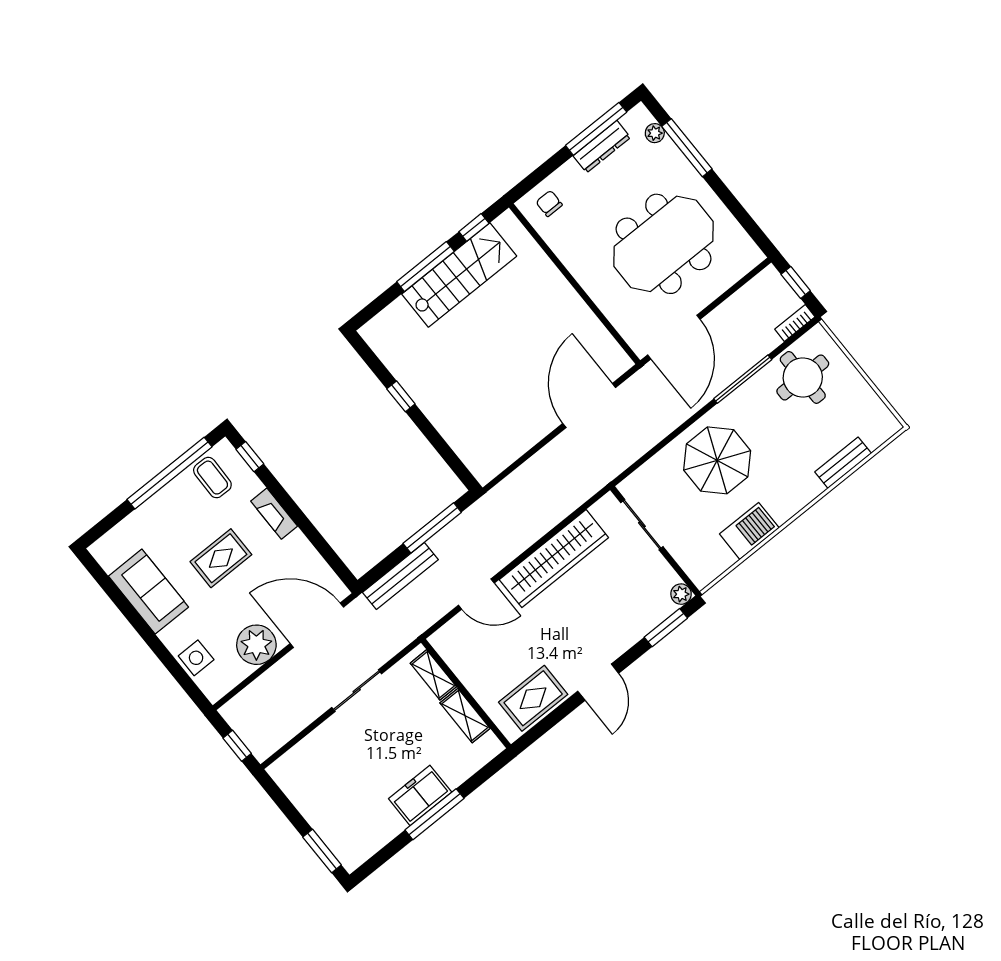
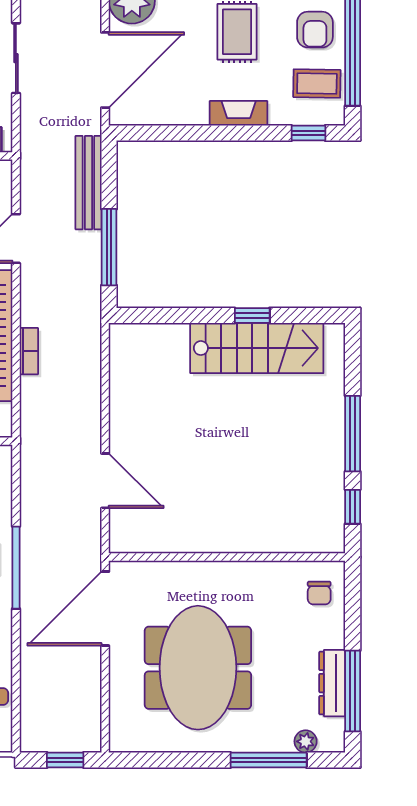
chair: (549, 203) -> (319, 593), turned 90
stairs: (459, 275) -> (257, 348), moved, turned -90
bookcase: (795, 323) -> (29, 351), moved
door: (674, 337) -> (105, 609), hinge flipped
window: (743, 379) -> (16, 568), moved
door: (589, 405) -> (105, 481), width x0.73
armchair: (178, 508) -> (315, 30), added

